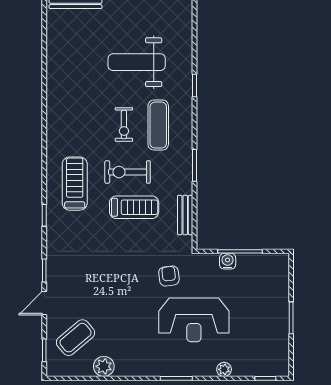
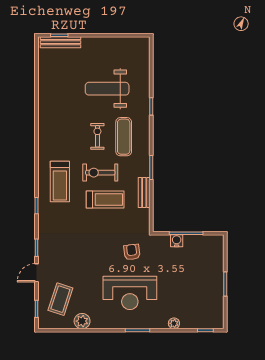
exercise bike: (124, 124) -> (97, 136), turned 180
treadmill: (75, 184) -> (60, 181), turned 180
bench: (185, 215) -> (144, 192), moved
reception desk: (194, 320) -> (130, 293), moved
coffee table: (75, 338) -> (60, 299), turned -32

